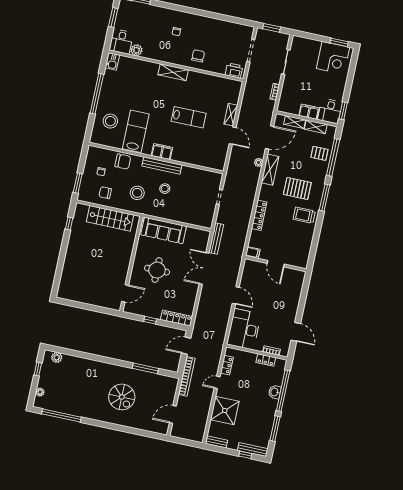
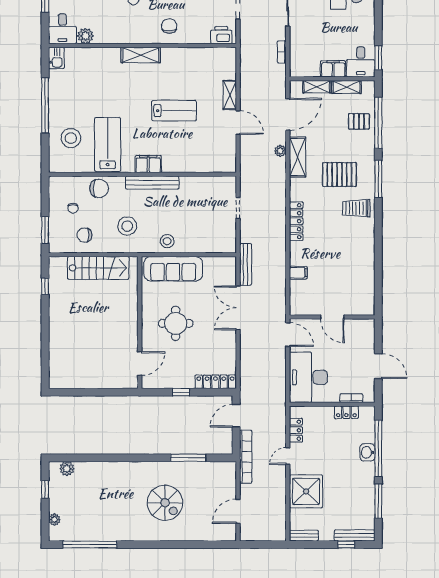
stool: (165, 189) -> (167, 241), moved
door: (276, 264) -> (332, 317), moved
wall: (276, 264) -> (332, 317), moved

